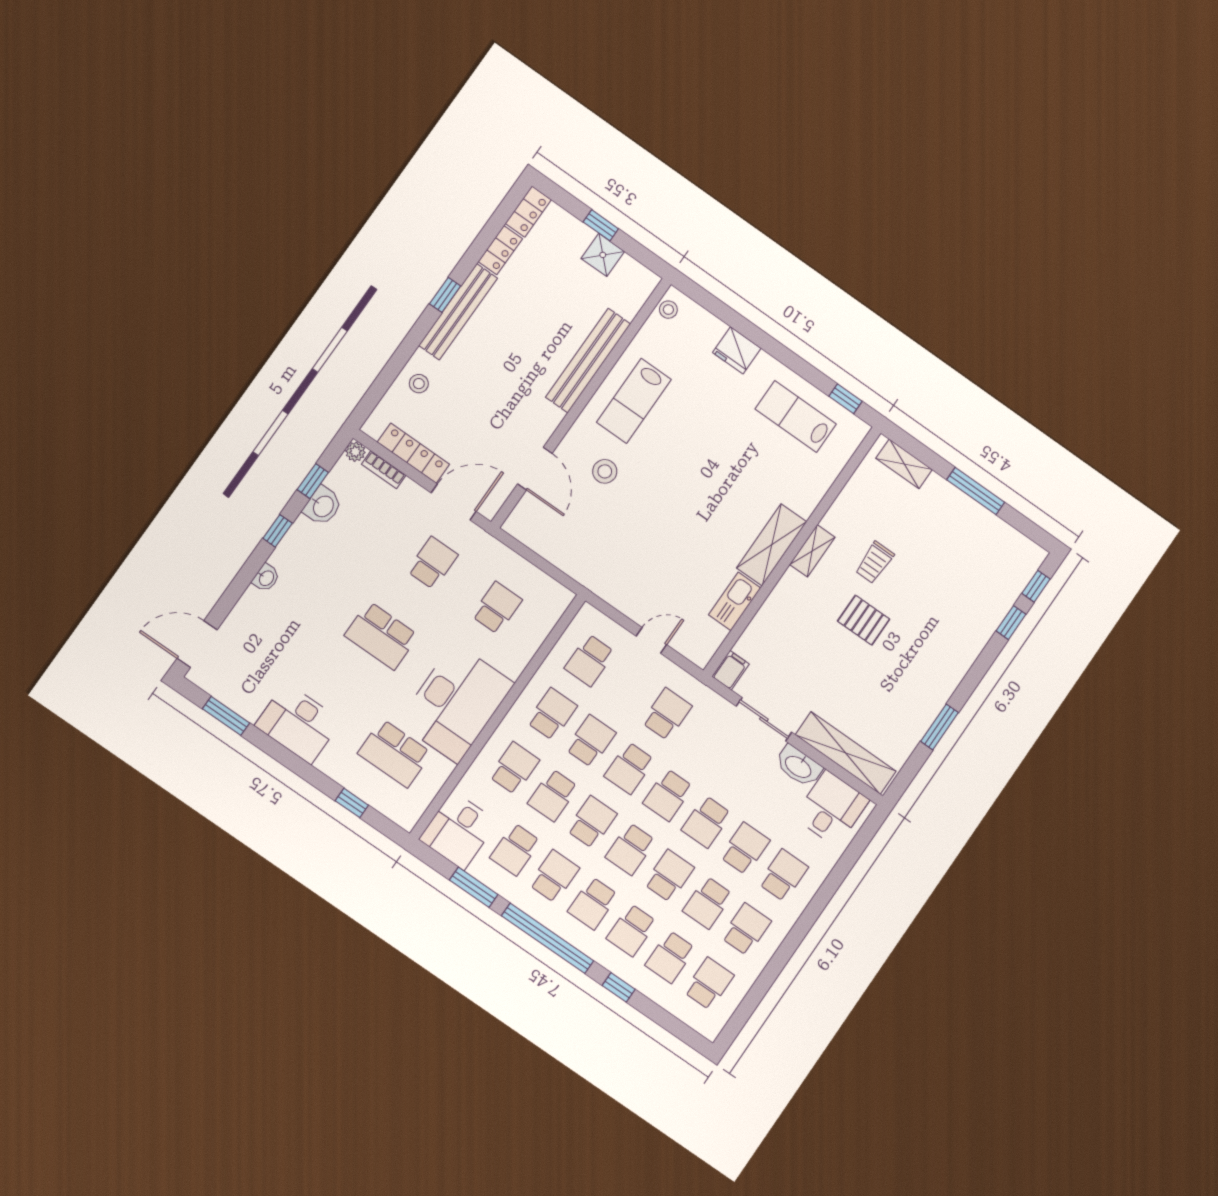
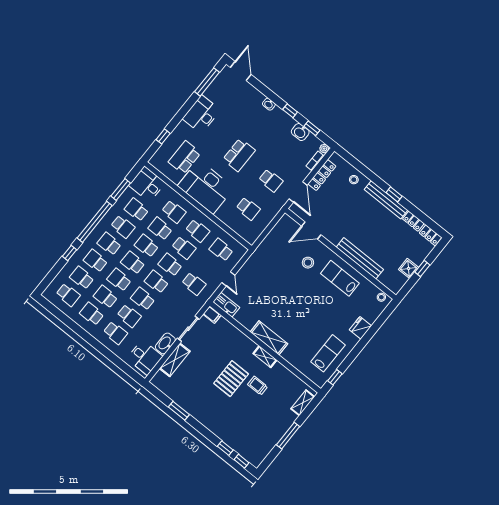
kitchen sink: (735, 601) -> (226, 305), moved
pallet: (864, 620) -> (231, 379), width x1.50, depth x1.42
school desk: (381, 636) -> (239, 155), turned 180
window: (226, 716) -> (207, 82), width x1.44
shelving: (846, 753) -> (175, 360), width x0.68
school desk: (592, 822) -> (146, 246), turned 180
school desk: (669, 876) -> (119, 280), turned 180
school desk: (746, 929) -> (92, 314), turned 180

